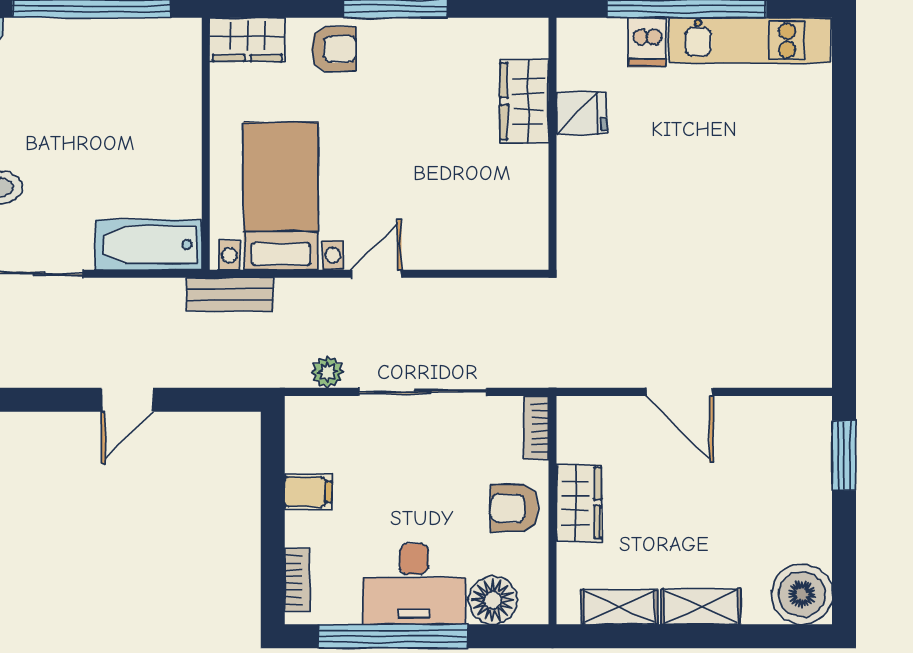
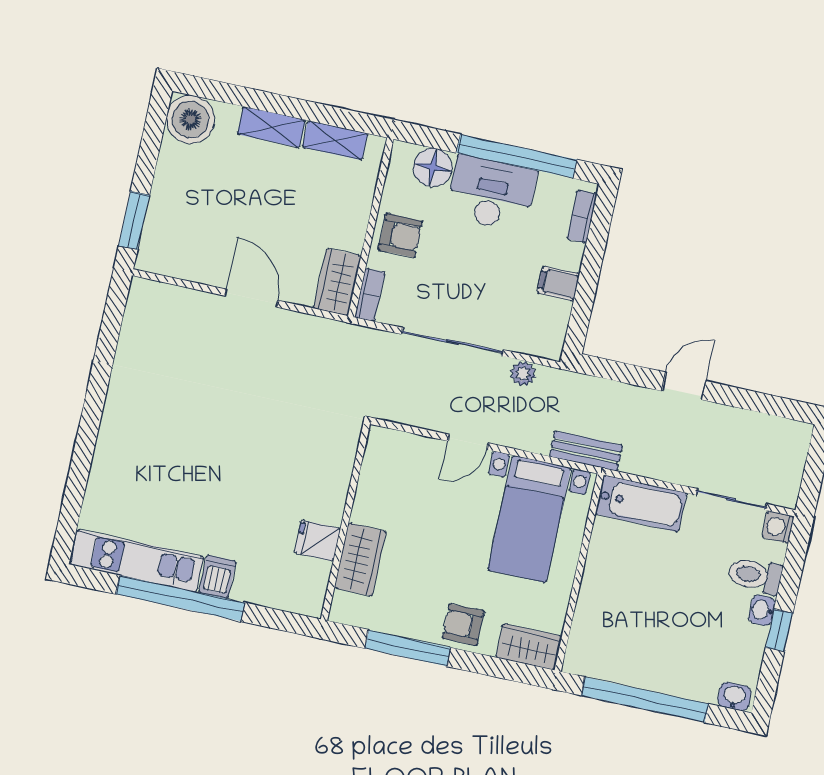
wardrobe: (524, 101) -> (360, 560), moved
fridge: (582, 113) -> (317, 541), moved
wall: (552, 144) -> (345, 522), moved
wardrobe: (579, 503) -> (337, 282), moved

